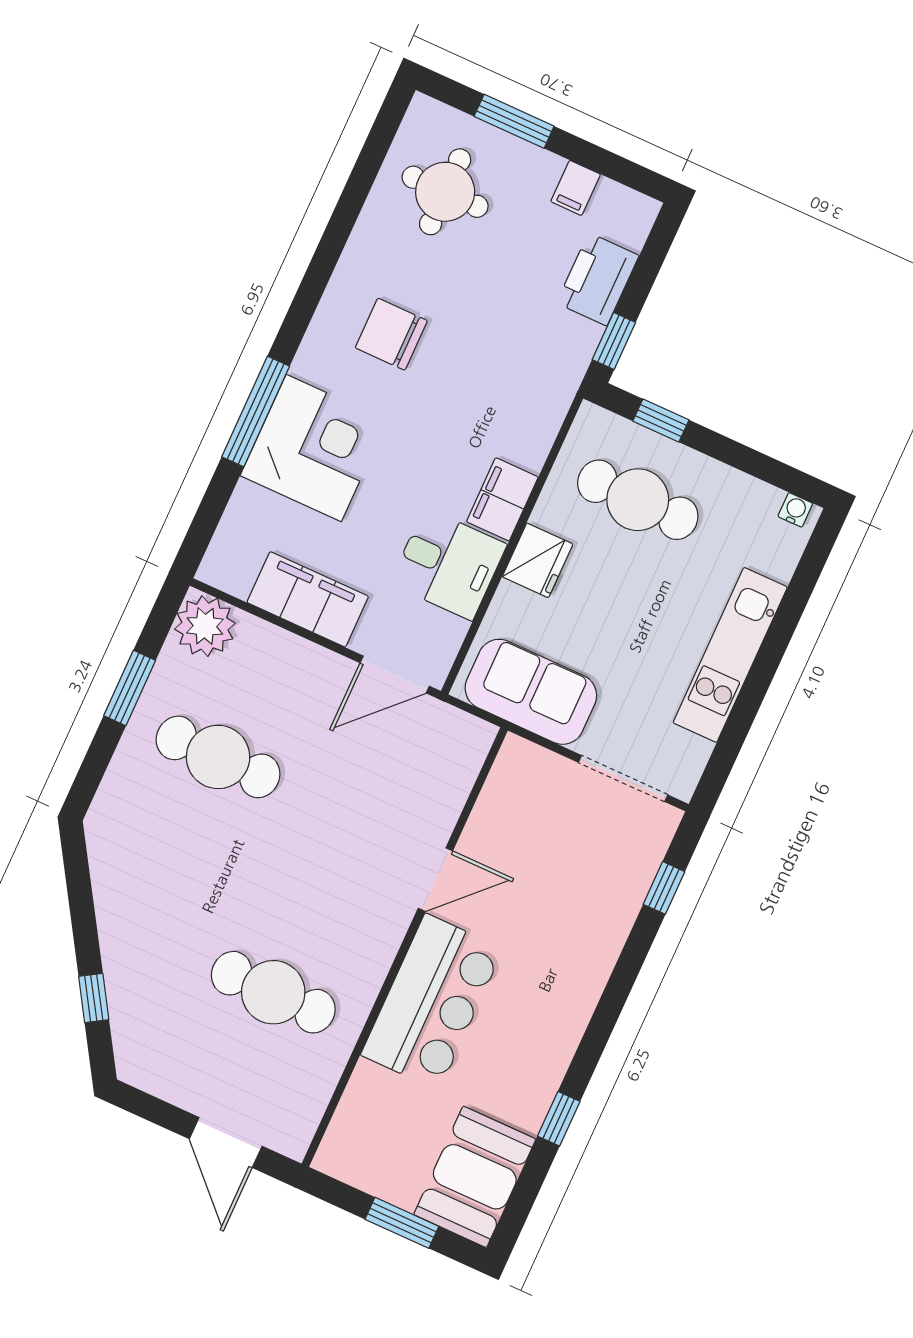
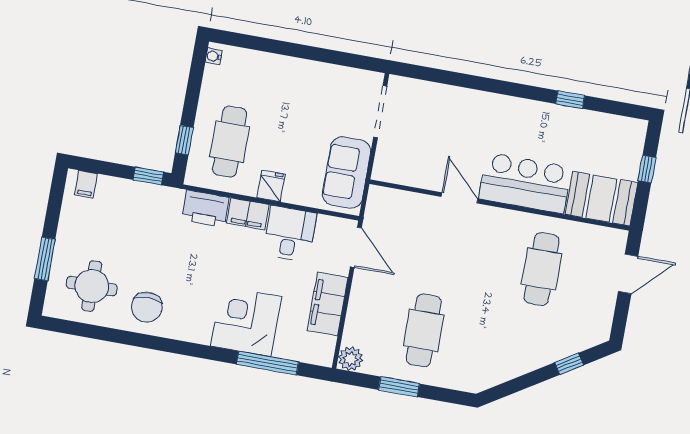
filing cabinet: (576, 188) -> (86, 184), moved, turned 90
printer: (598, 279) -> (205, 209), moved
chair: (391, 334) -> (147, 307), moved
window: (256, 412) -> (267, 363), moved
fridge: (538, 560) -> (271, 186), width x0.72
plant: (205, 626) -> (351, 359), width x0.73, depth x0.73
kitchen unit: (730, 655) -> (300, 71), removed
window: (664, 888) -> (433, 75), removed
booth: (475, 1177) -> (601, 199), moved
window: (402, 1223) -> (647, 169), width x0.67

